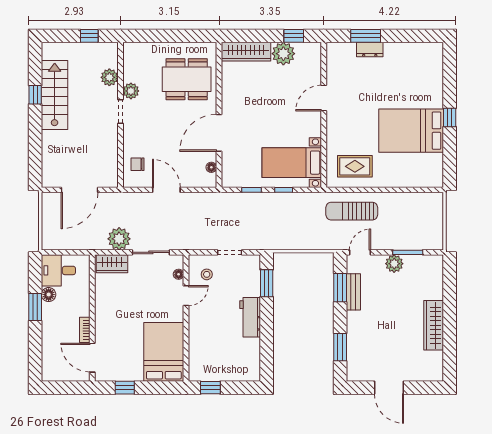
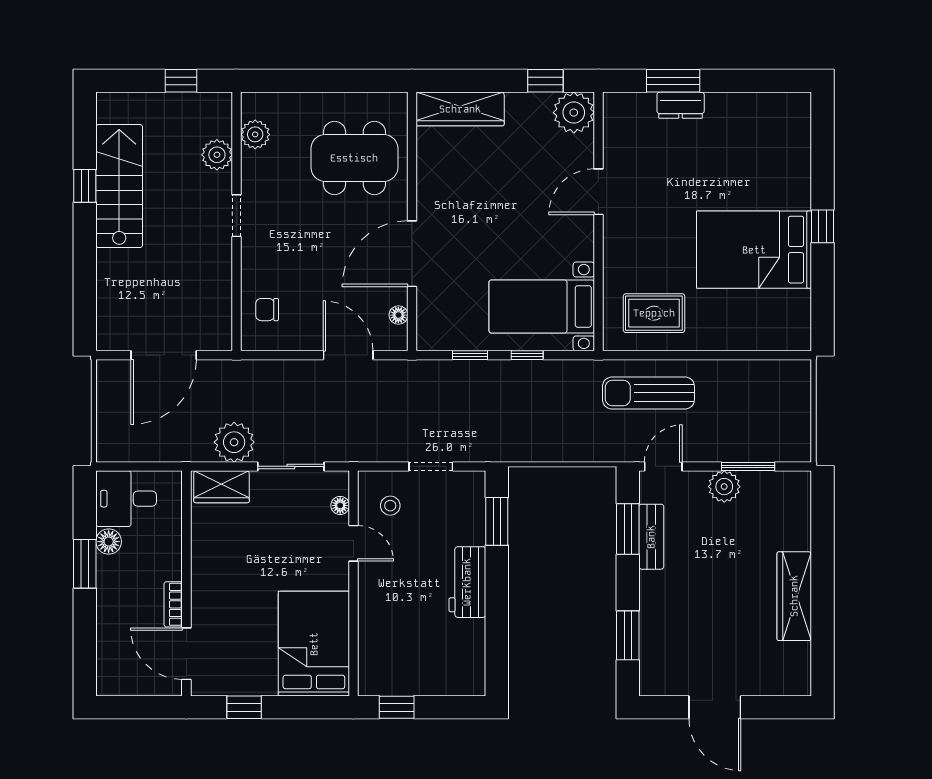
plant: (283, 54) -> (574, 113), moved
plant: (131, 91) -> (255, 134), moved
door: (166, 190) -> (348, 355), moved
door: (186, 296) -> (353, 543), hinge flipped

